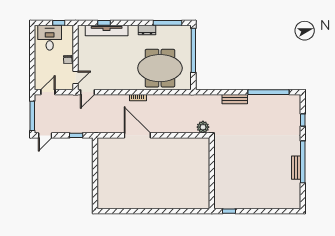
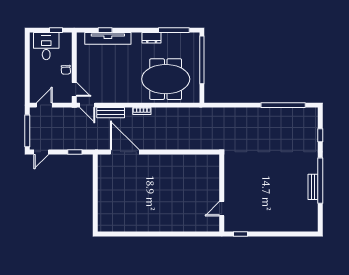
door: (75, 78) -> (74, 89), hinge flipped
door: (87, 92) -> (87, 105), hinge flipped
bench: (235, 99) -> (111, 113), moved
plant: (203, 127) -> (212, 143), removed
door: (137, 135) -> (125, 152), moved
door: (212, 188) -> (222, 209), added

